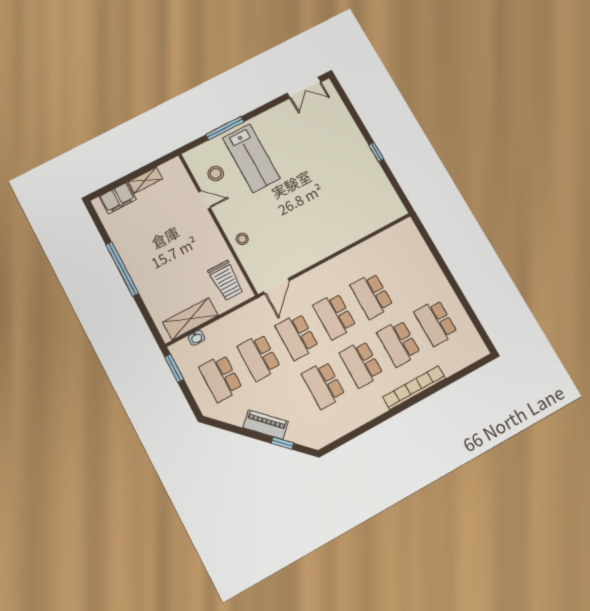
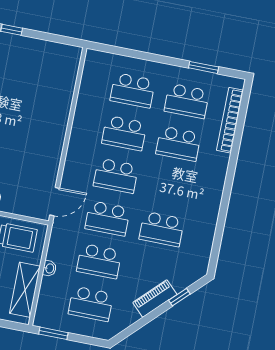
door: (276, 286) -> (55, 202), hinge flipped
window: (471, 314) -> (204, 67), added
washbasin: (196, 338) -> (49, 268), moved
school desk: (361, 364) -> (133, 90), moved
bookcase: (414, 388) -> (230, 120), moved

